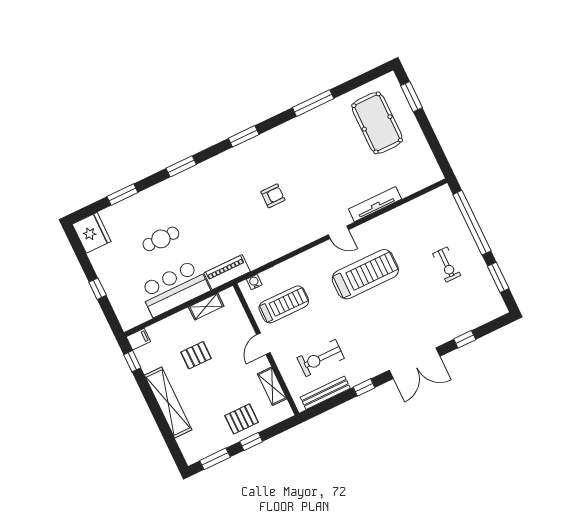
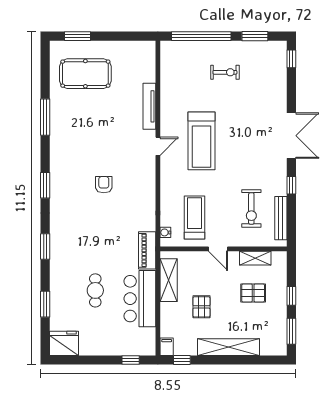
treadmill: (365, 274) -> (202, 141), turned 180
window: (98, 289) -> (131, 360), moved
shelving: (206, 306) -> (169, 280), width x1.50, depth x1.33
window: (465, 339) -> (291, 59), moved
pallet: (242, 419) -> (253, 293), moved, turned 90

